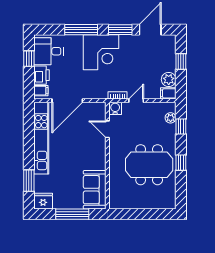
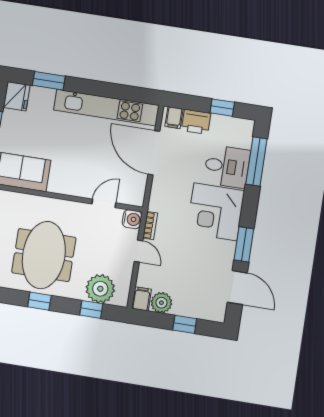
window: (81, 30) -> (256, 161), moved
desk: (48, 51) -> (227, 166), moved, turned 90
plant: (171, 118) -> (100, 289), width x1.88, depth x1.88

